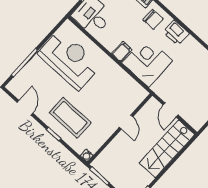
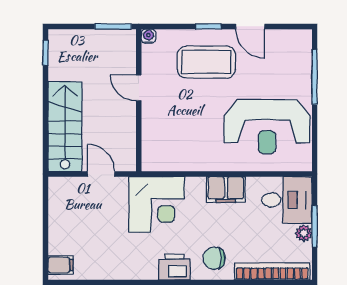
filing cabinet: (122, 52) -> (226, 190), width x2.00
corner desk: (147, 62) -> (157, 204), moved
door: (25, 108) -> (250, 26), moved
door: (126, 122) -> (139, 88), moved

